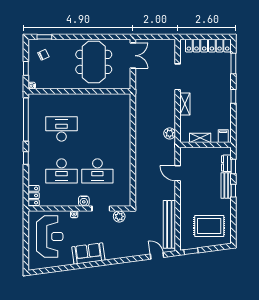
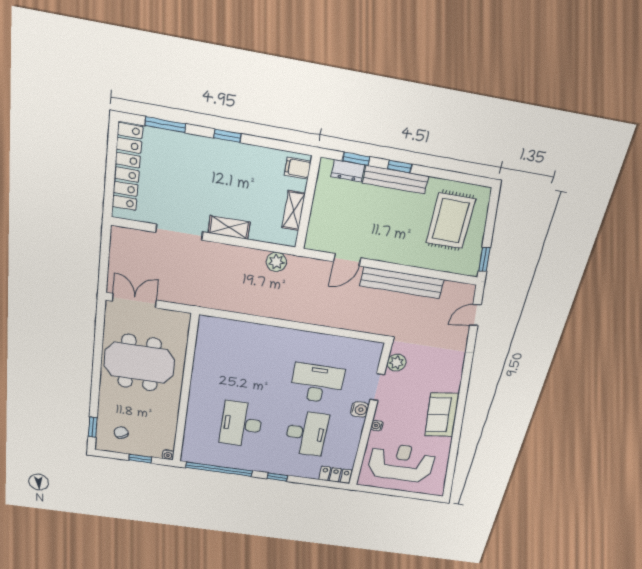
desk: (97, 171) -> (317, 383), turned -90
bench: (226, 185) -> (396, 180), width x1.36
bench: (169, 224) -> (402, 283), moved

